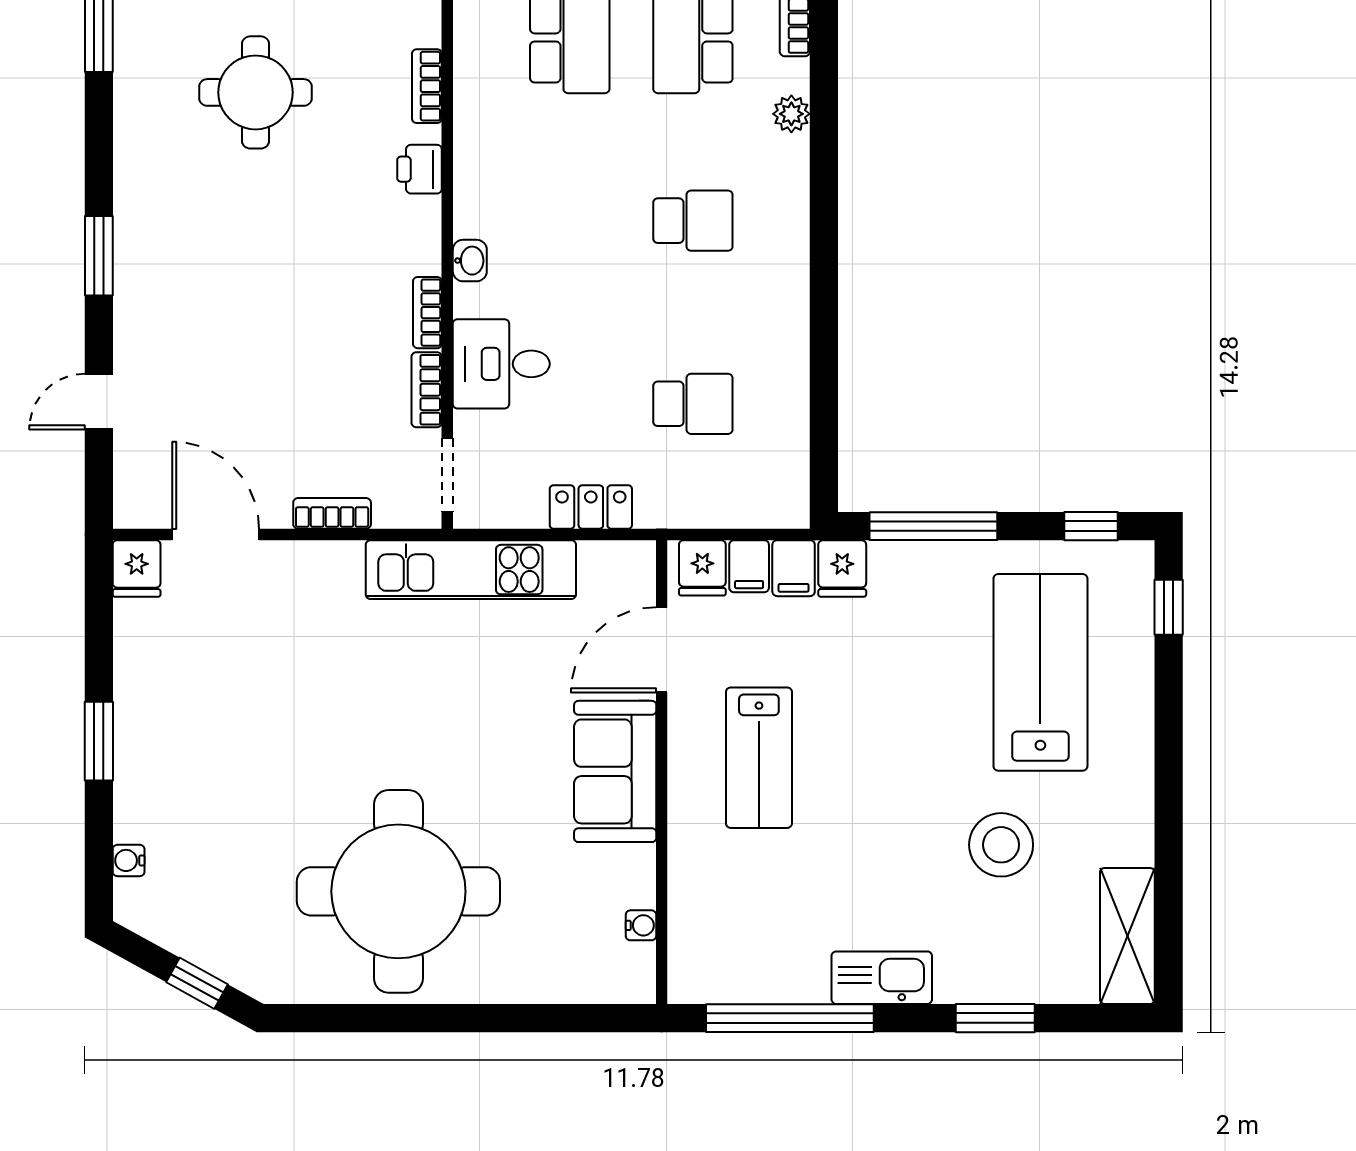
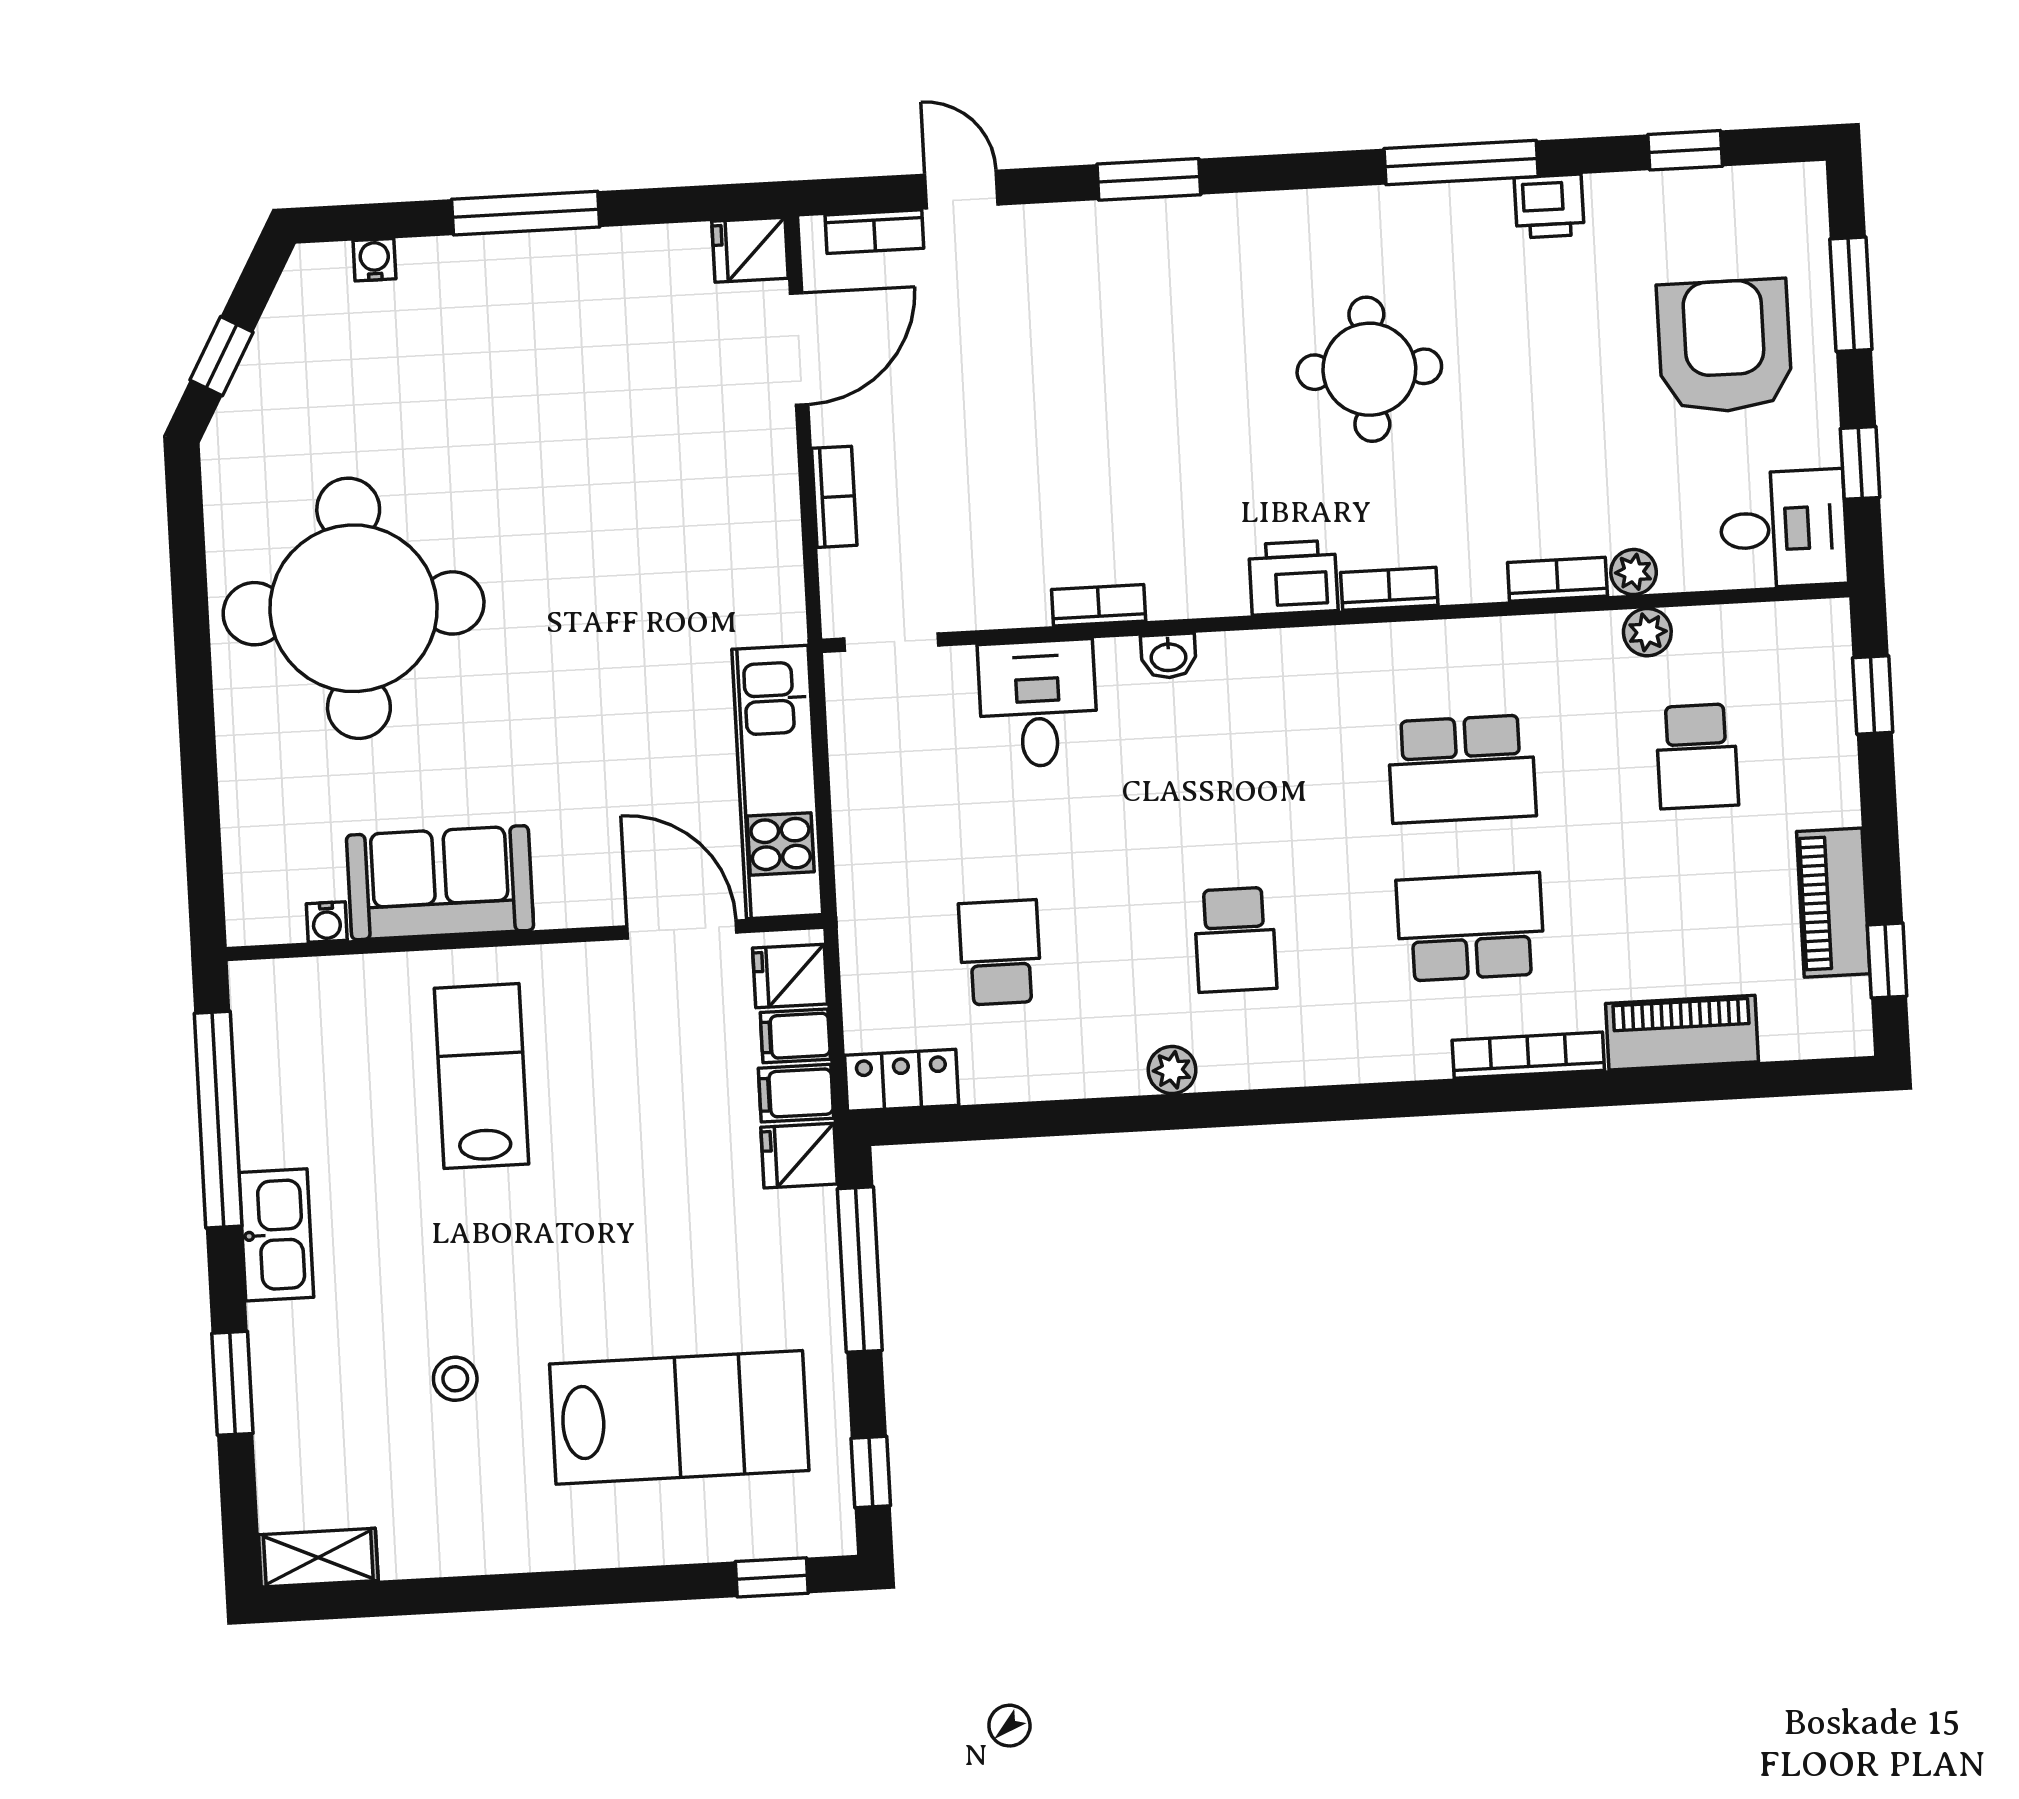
plant: (791, 114) -> (1172, 1070), moved
printer: (420, 169) -> (1293, 578), width x1.36, depth x1.24
bookcase: (427, 390) -> (874, 232), moved, turned 180
school desk: (693, 404) -> (1000, 952), turned 180
locker: (591, 507) -> (902, 1080), moved, turned -90
kitchen unit: (471, 570) -> (777, 782), moved
window: (99, 741) -> (526, 213), width x1.44
lab bench: (759, 758) -> (481, 1076), moved, turned 90
sofa: (615, 771) -> (440, 883), moved
stool: (1001, 845) -> (455, 1379), width x0.53, depth x0.53
shelving: (1127, 936) -> (318, 1558), width x0.67, depth x0.75

